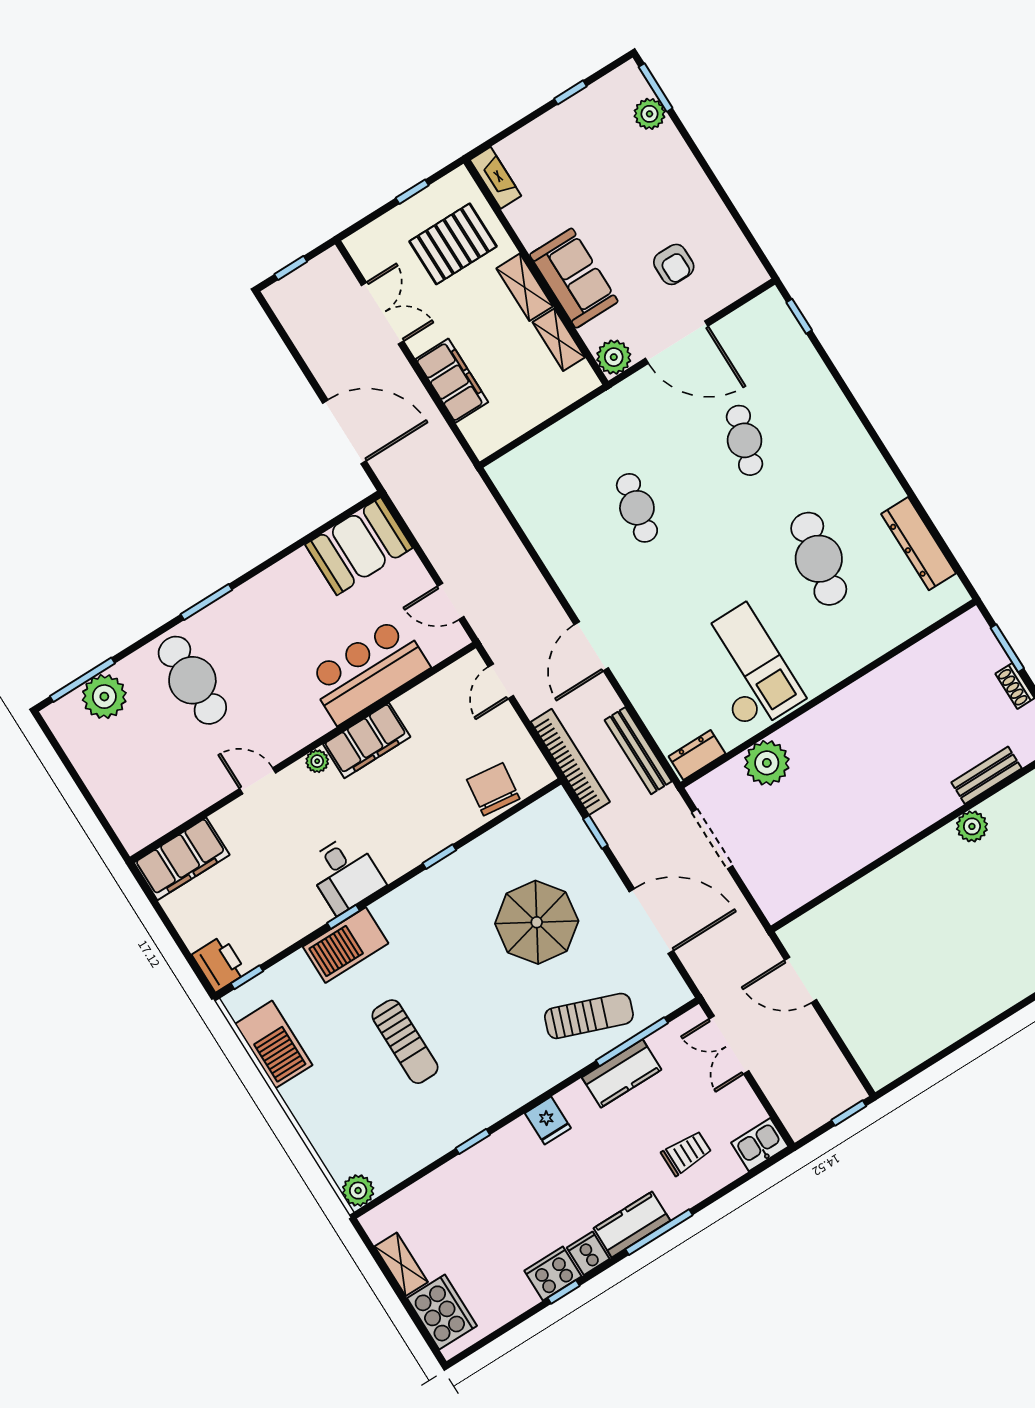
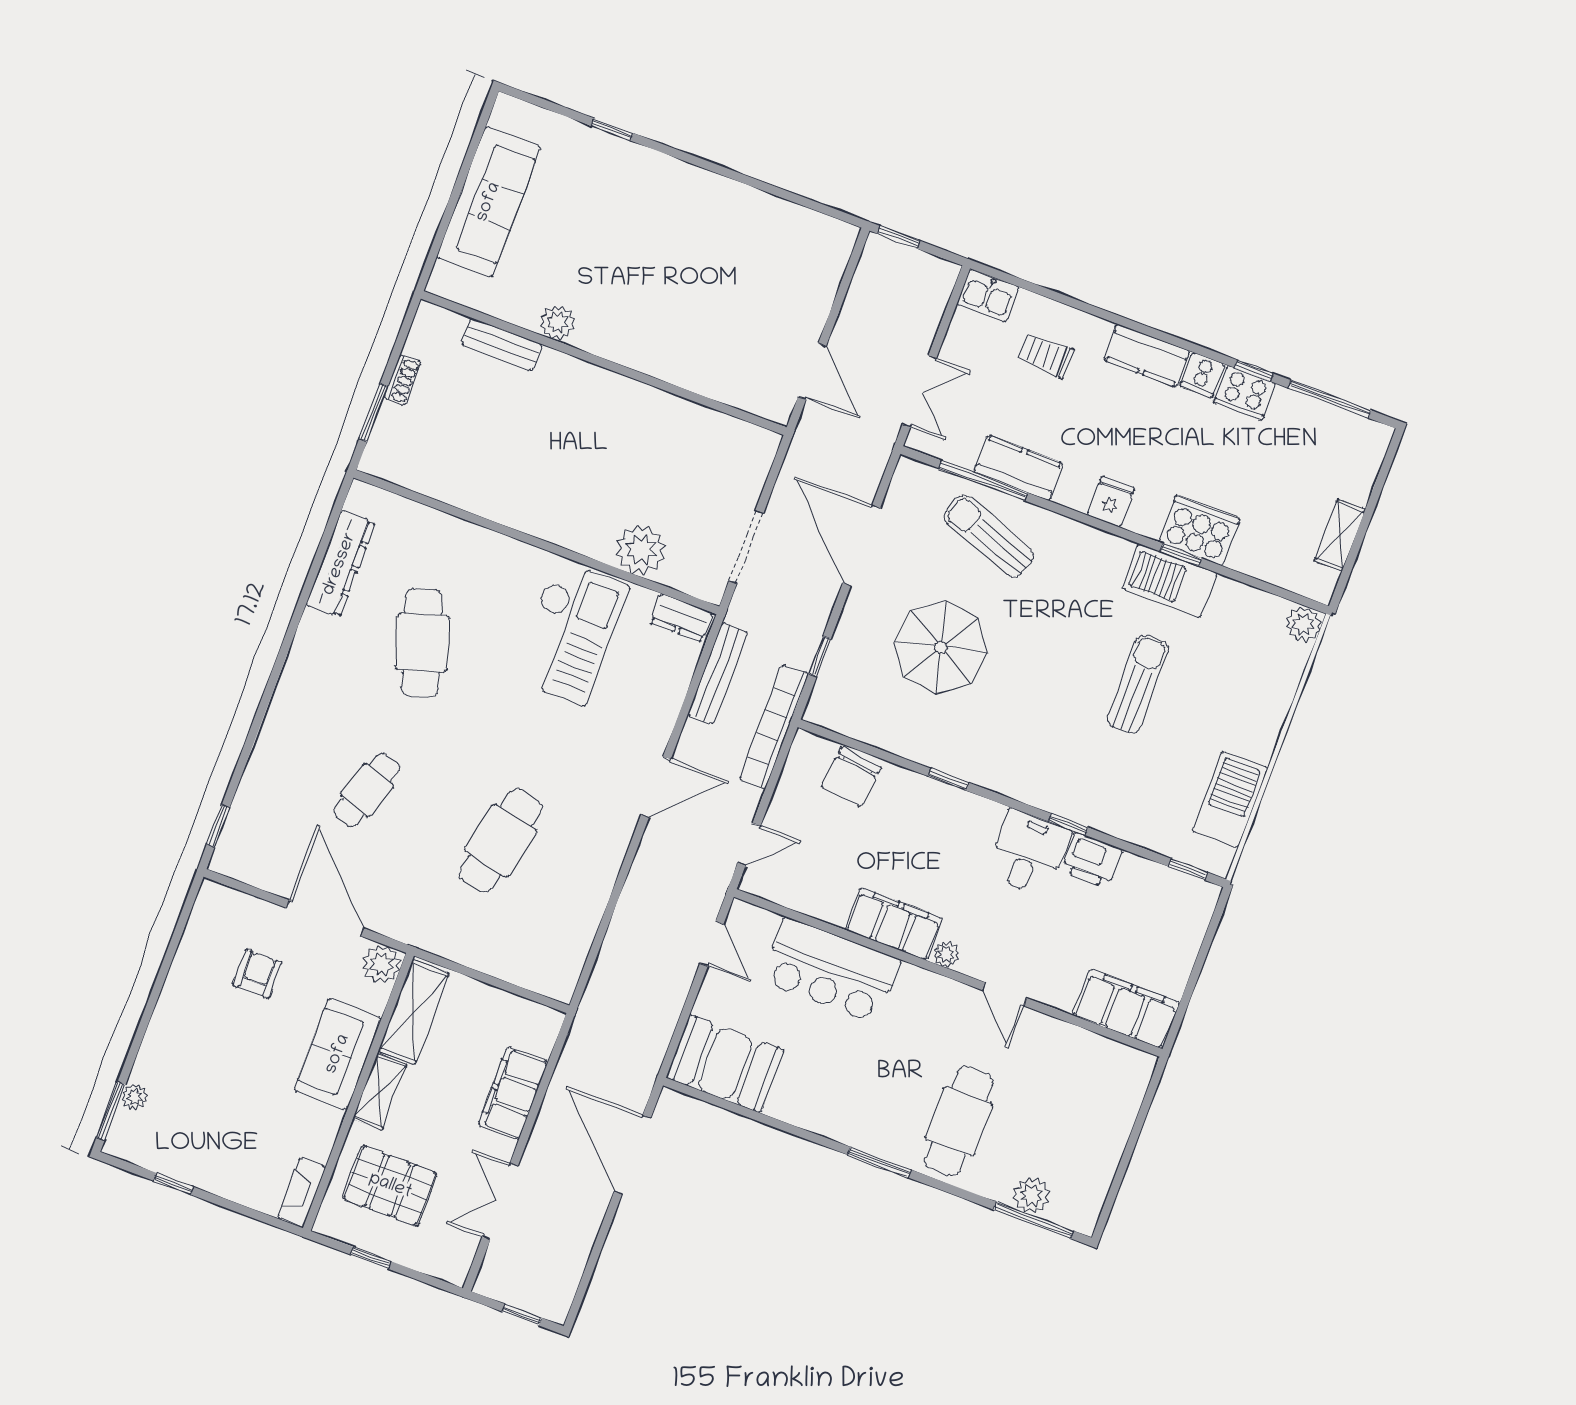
plant: (650, 114) -> (134, 1097), width x0.73, depth x0.73
shelving: (559, 340) -> (414, 1012), width x1.50, depth x1.33
cafe table: (637, 508) -> (501, 840), width x1.37, depth x1.35
cafe table: (819, 559) -> (422, 643), turned -30
checkout: (746, 669) -> (570, 632), turned 180
plant: (104, 697) -> (1031, 1195), width x0.73, depth x0.73
barbecue: (346, 945) -> (1170, 581), moved, turned 180
printer: (219, 964) -> (1091, 860), moved, turned -90
window: (659, 1232) -> (1330, 399), moved
cooker: (442, 1312) -> (1199, 530), moved, turned 90

